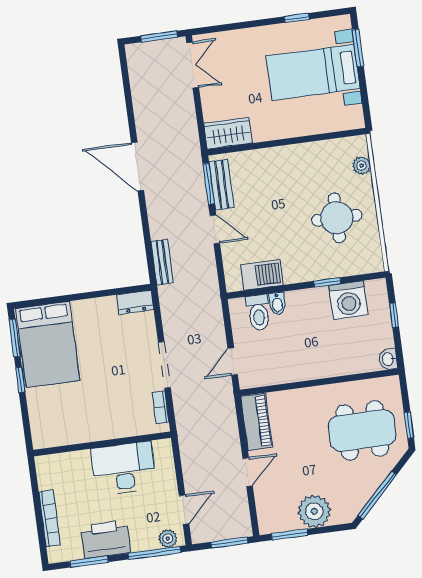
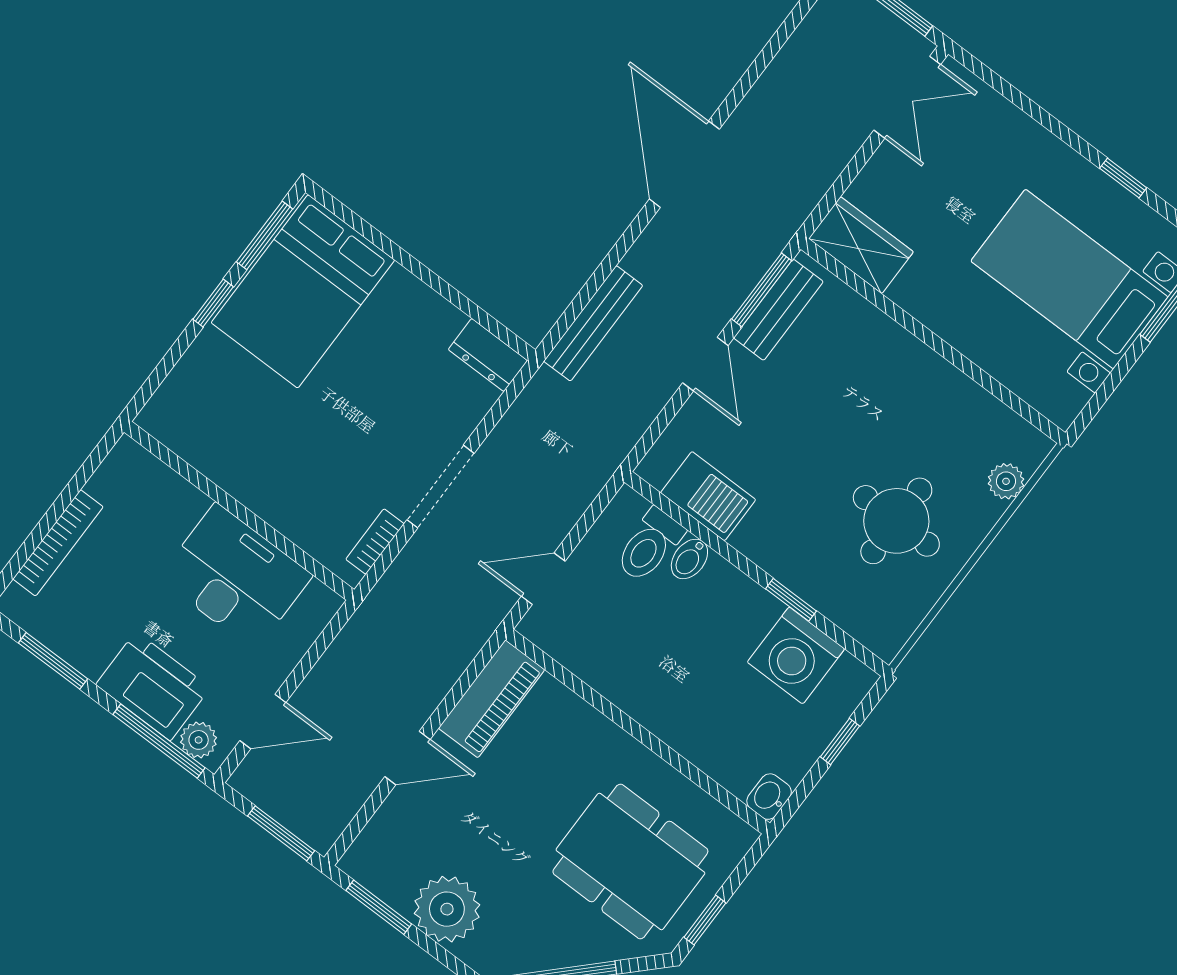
bench: (162, 262) -> (593, 323), width x1.36
printer: (106, 539) -> (153, 686), moved

